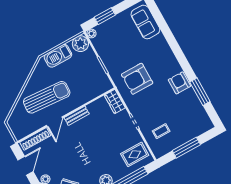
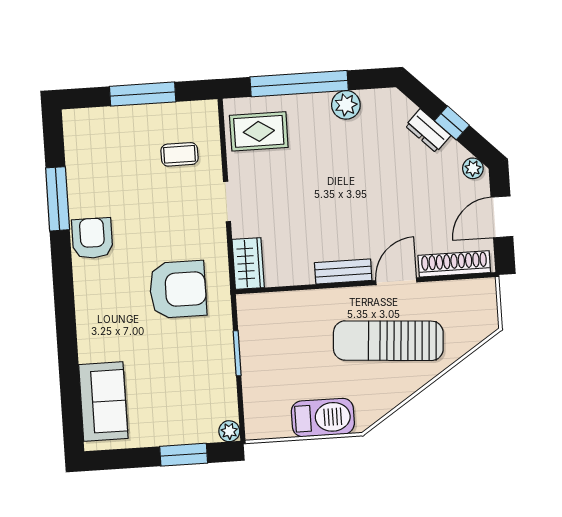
plant: (80, 44) -> (263, 421), removed
armchair: (179, 83) -> (92, 238), turned 180

